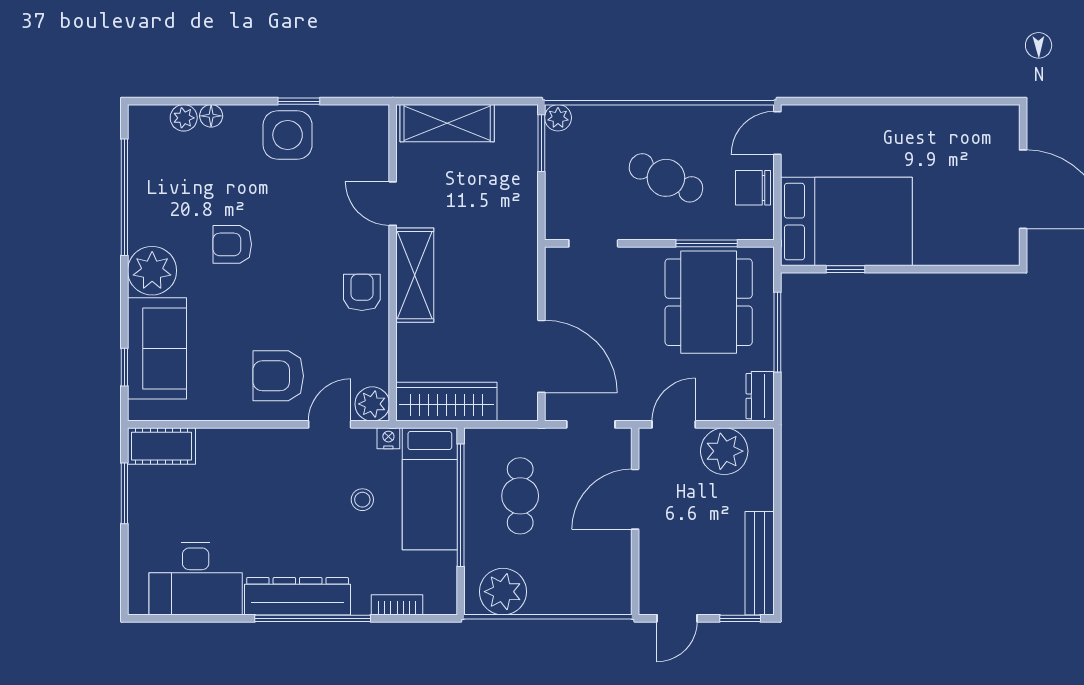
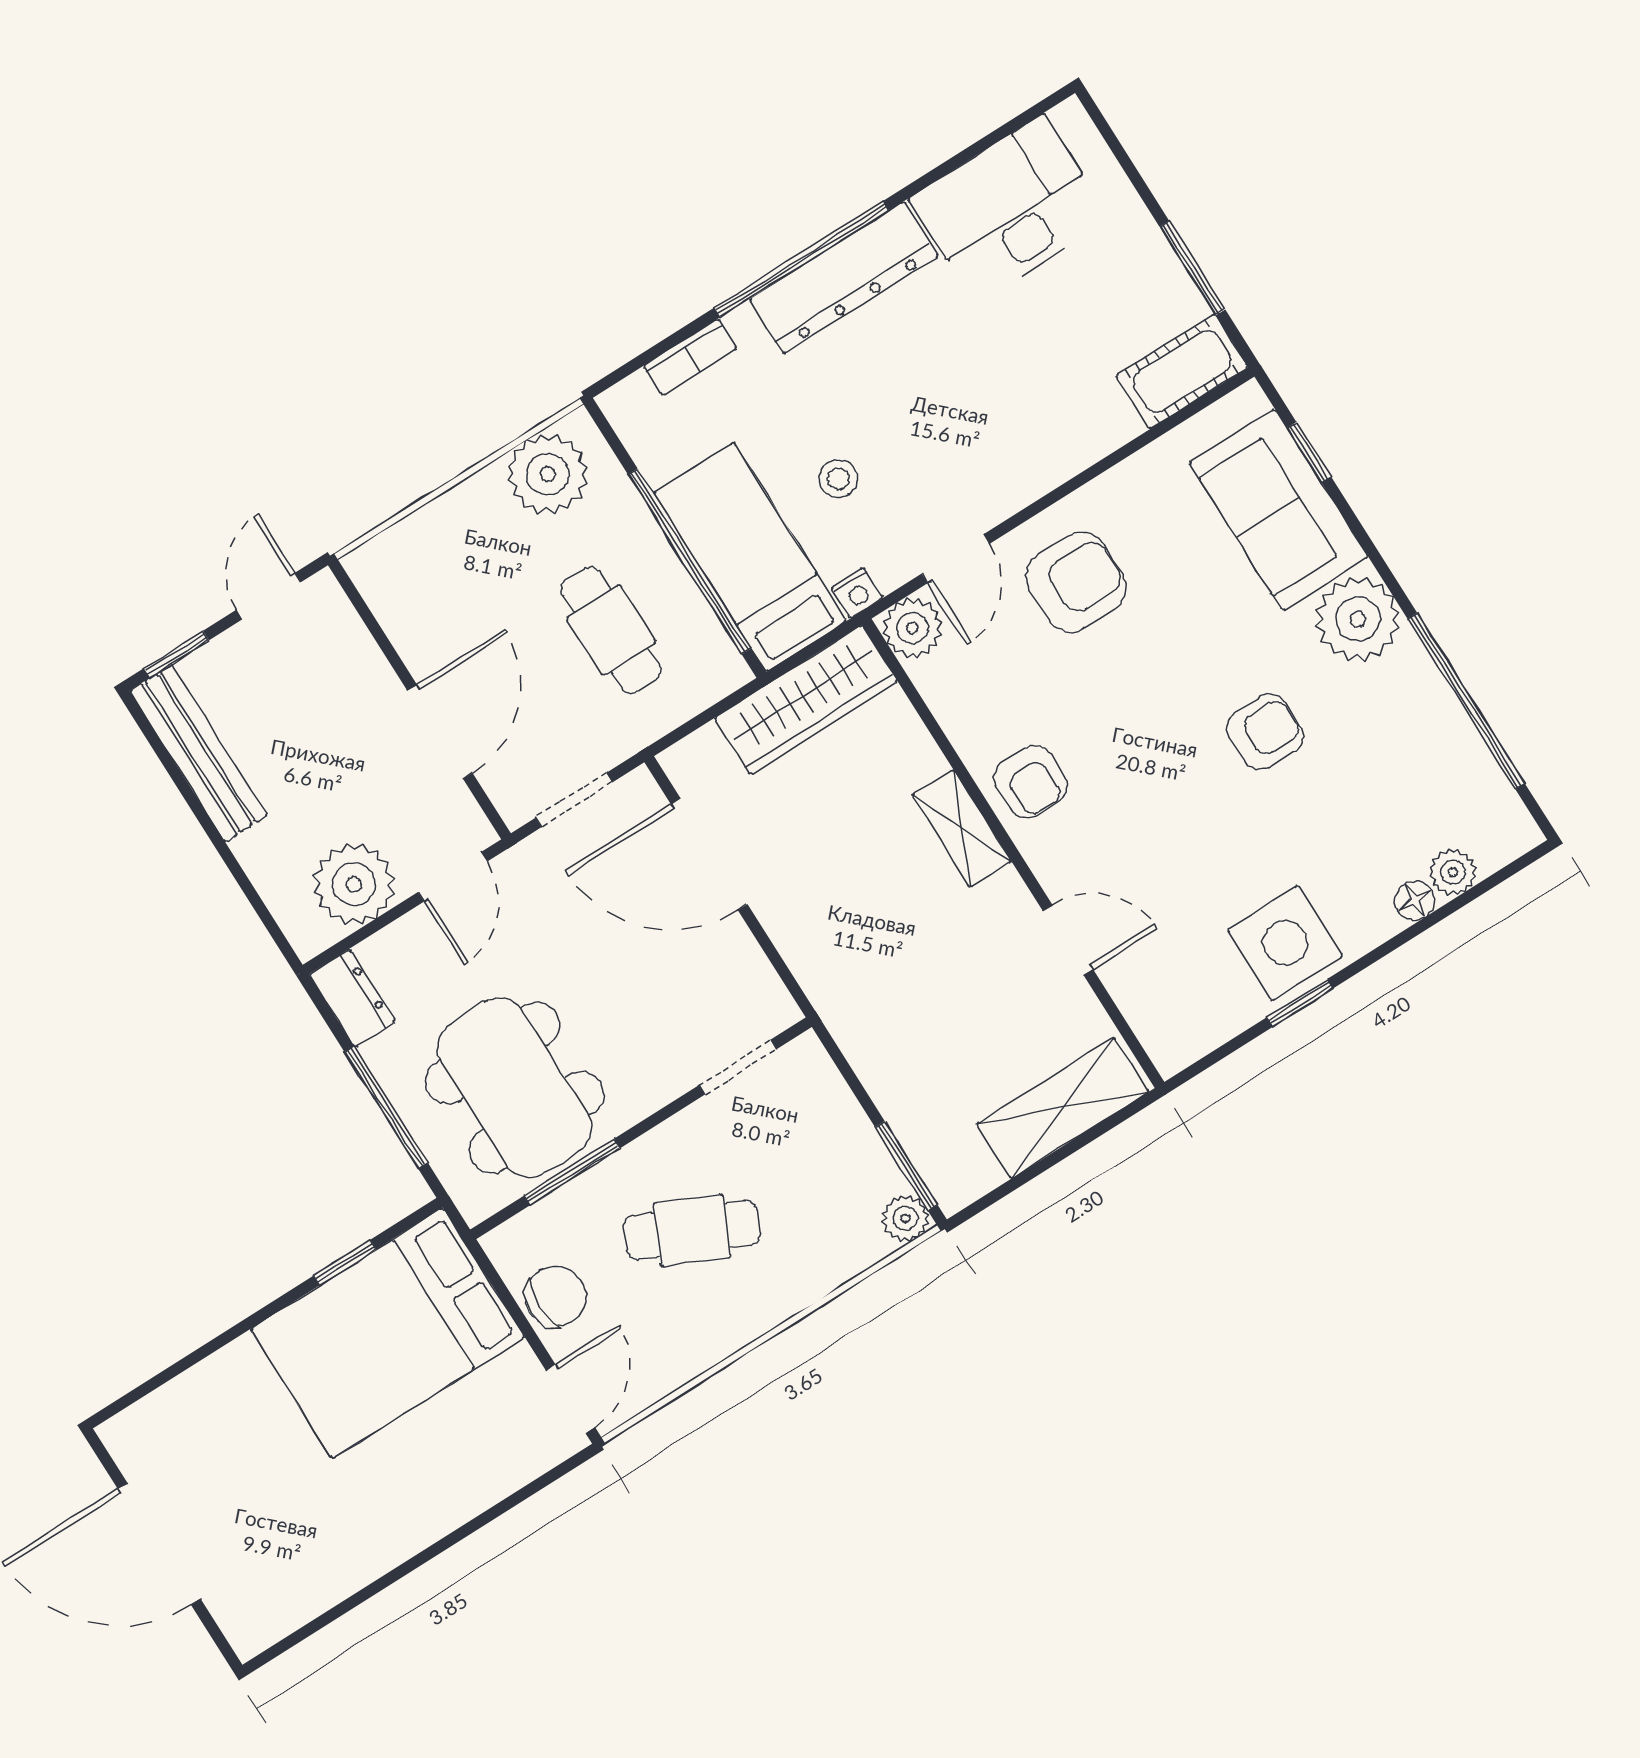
shelving: (415, 275) -> (962, 828), width x0.67, depth x0.75

